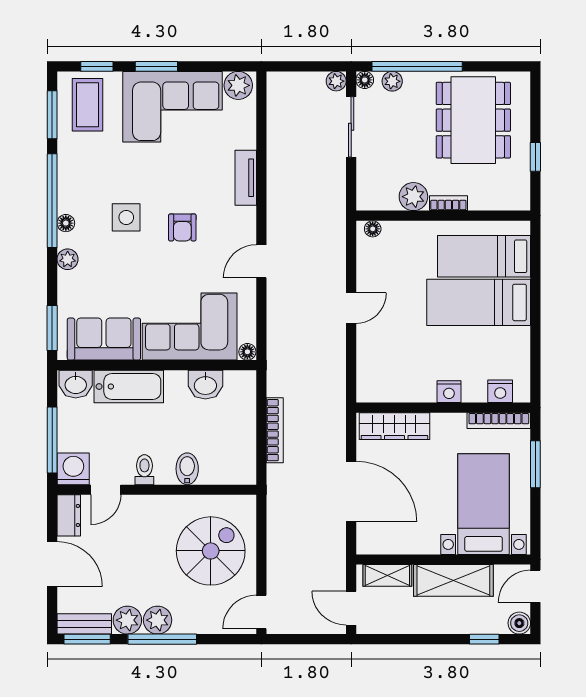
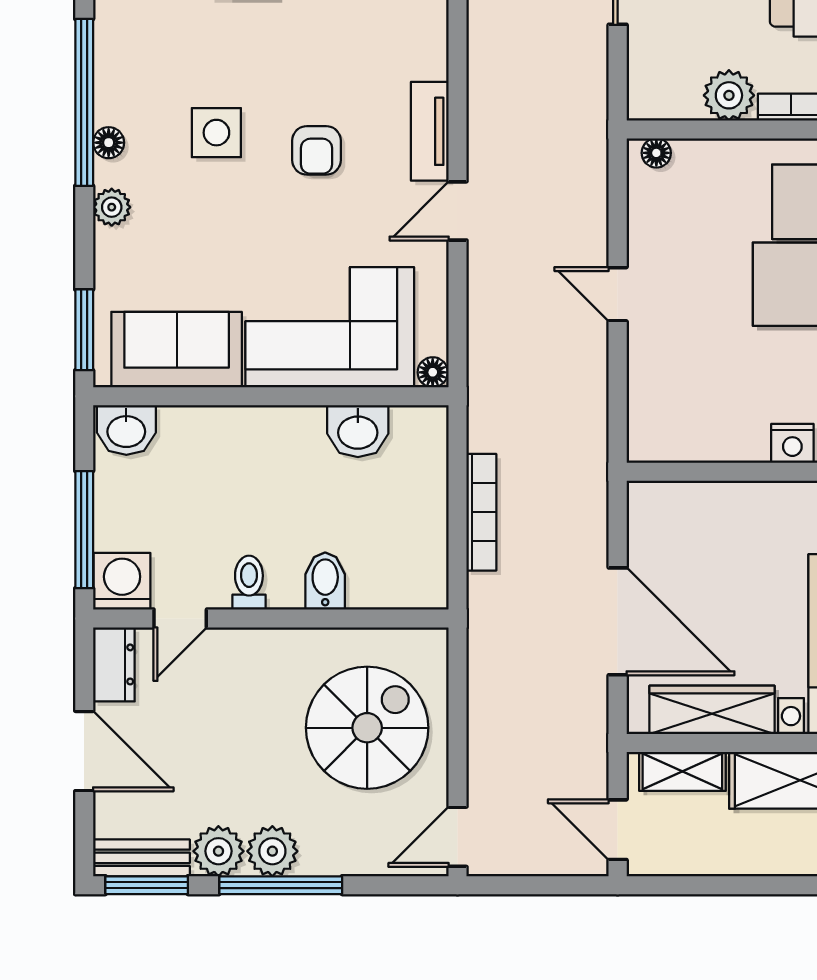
tv unit: (246, 178) -> (430, 131), moved
door: (351, 308) -> (618, 294), swing flipped
bathtub: (129, 386) -> (221, 434), removed
wardrobe: (394, 426) -> (712, 710), moved, turned 180

